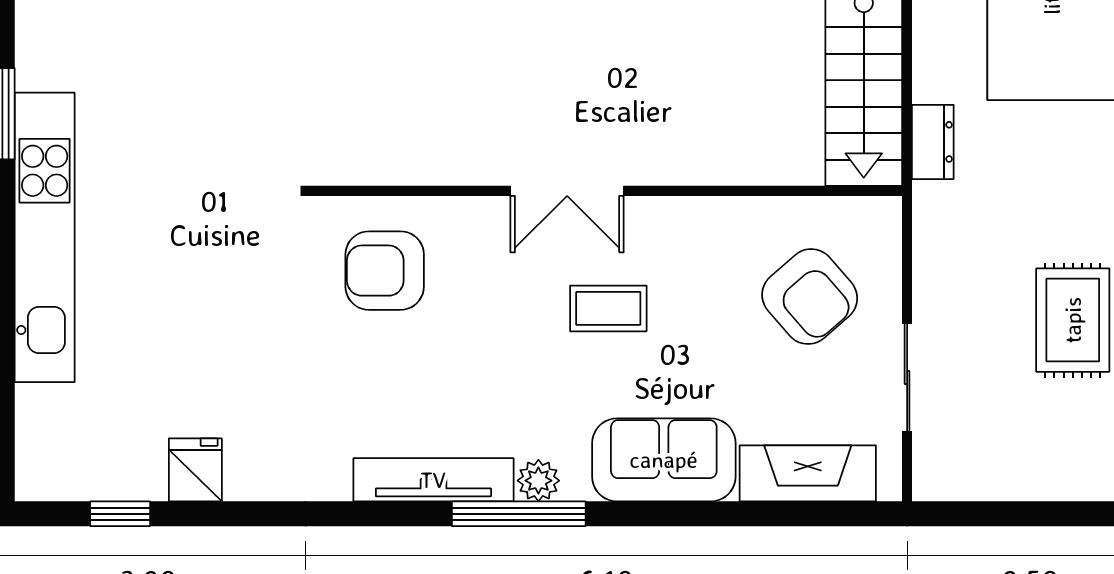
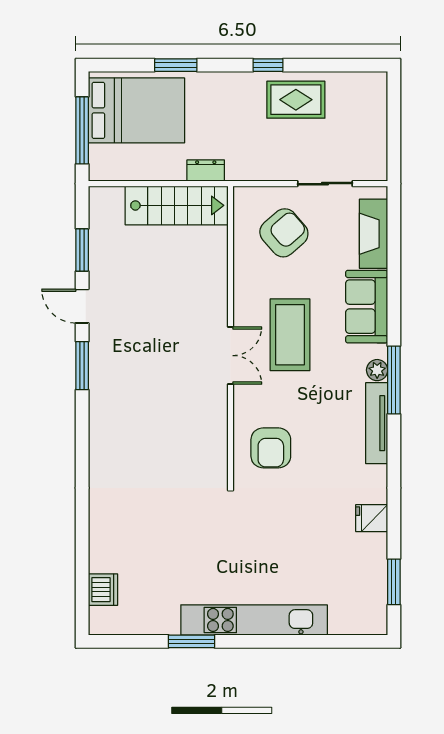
coffee table: (608, 308) -> (290, 335), width x1.86, depth x1.72
fridge: (195, 470) -> (372, 518), moved
window: (120, 514) -> (394, 582), width x1.50

